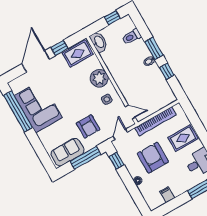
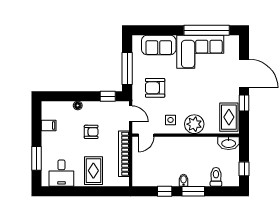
sofa: (68, 152) -> (159, 45), moved, turned 90
armchair: (153, 158) -> (91, 132), width x0.53, depth x0.53

